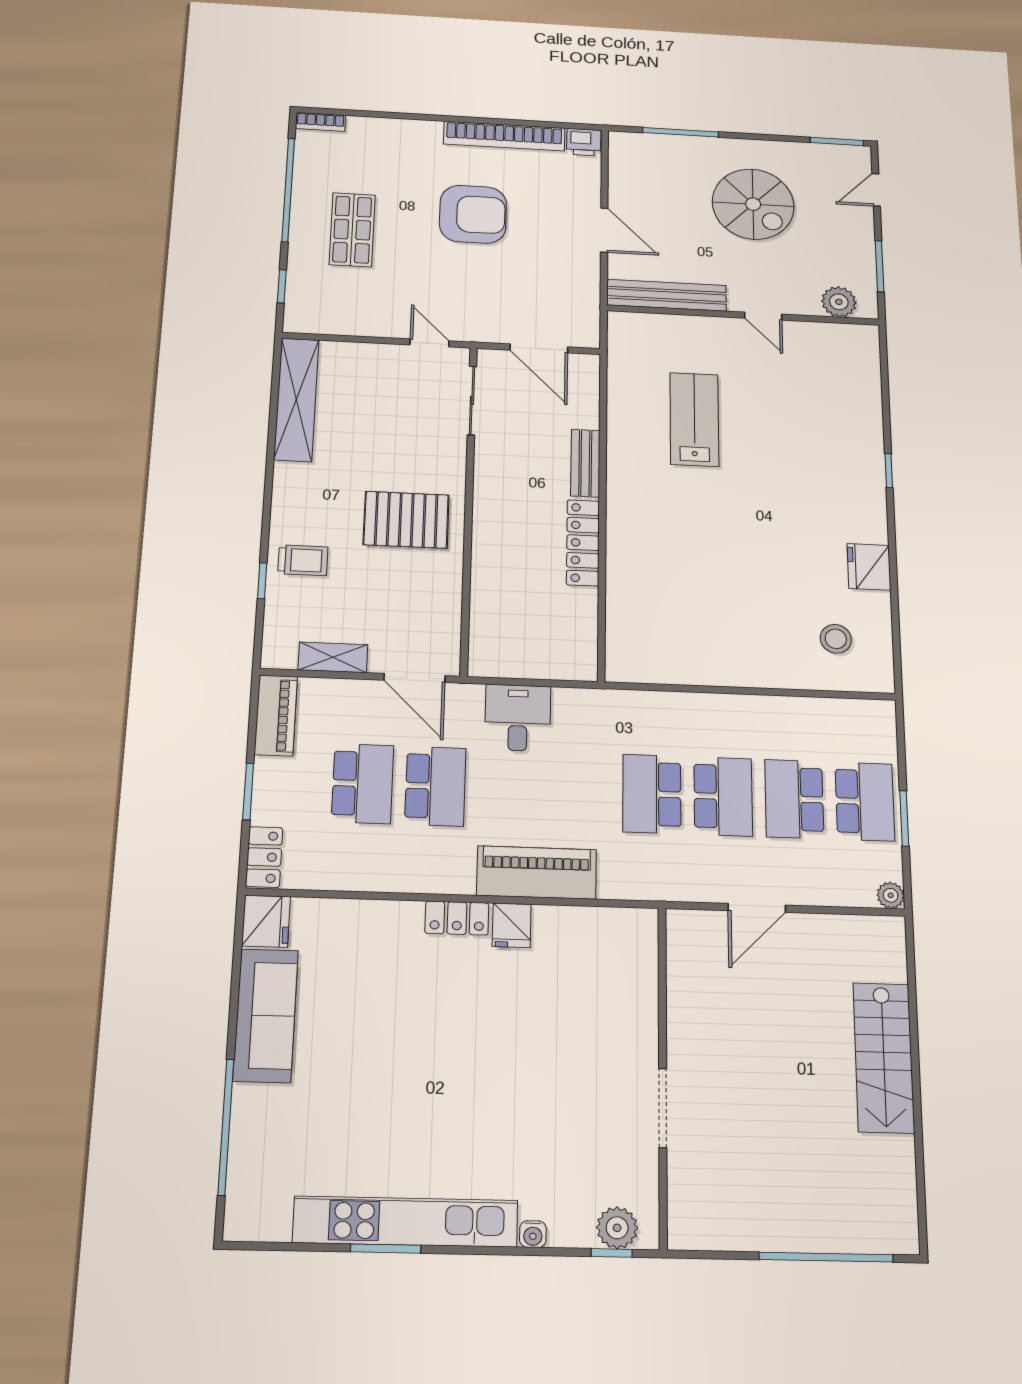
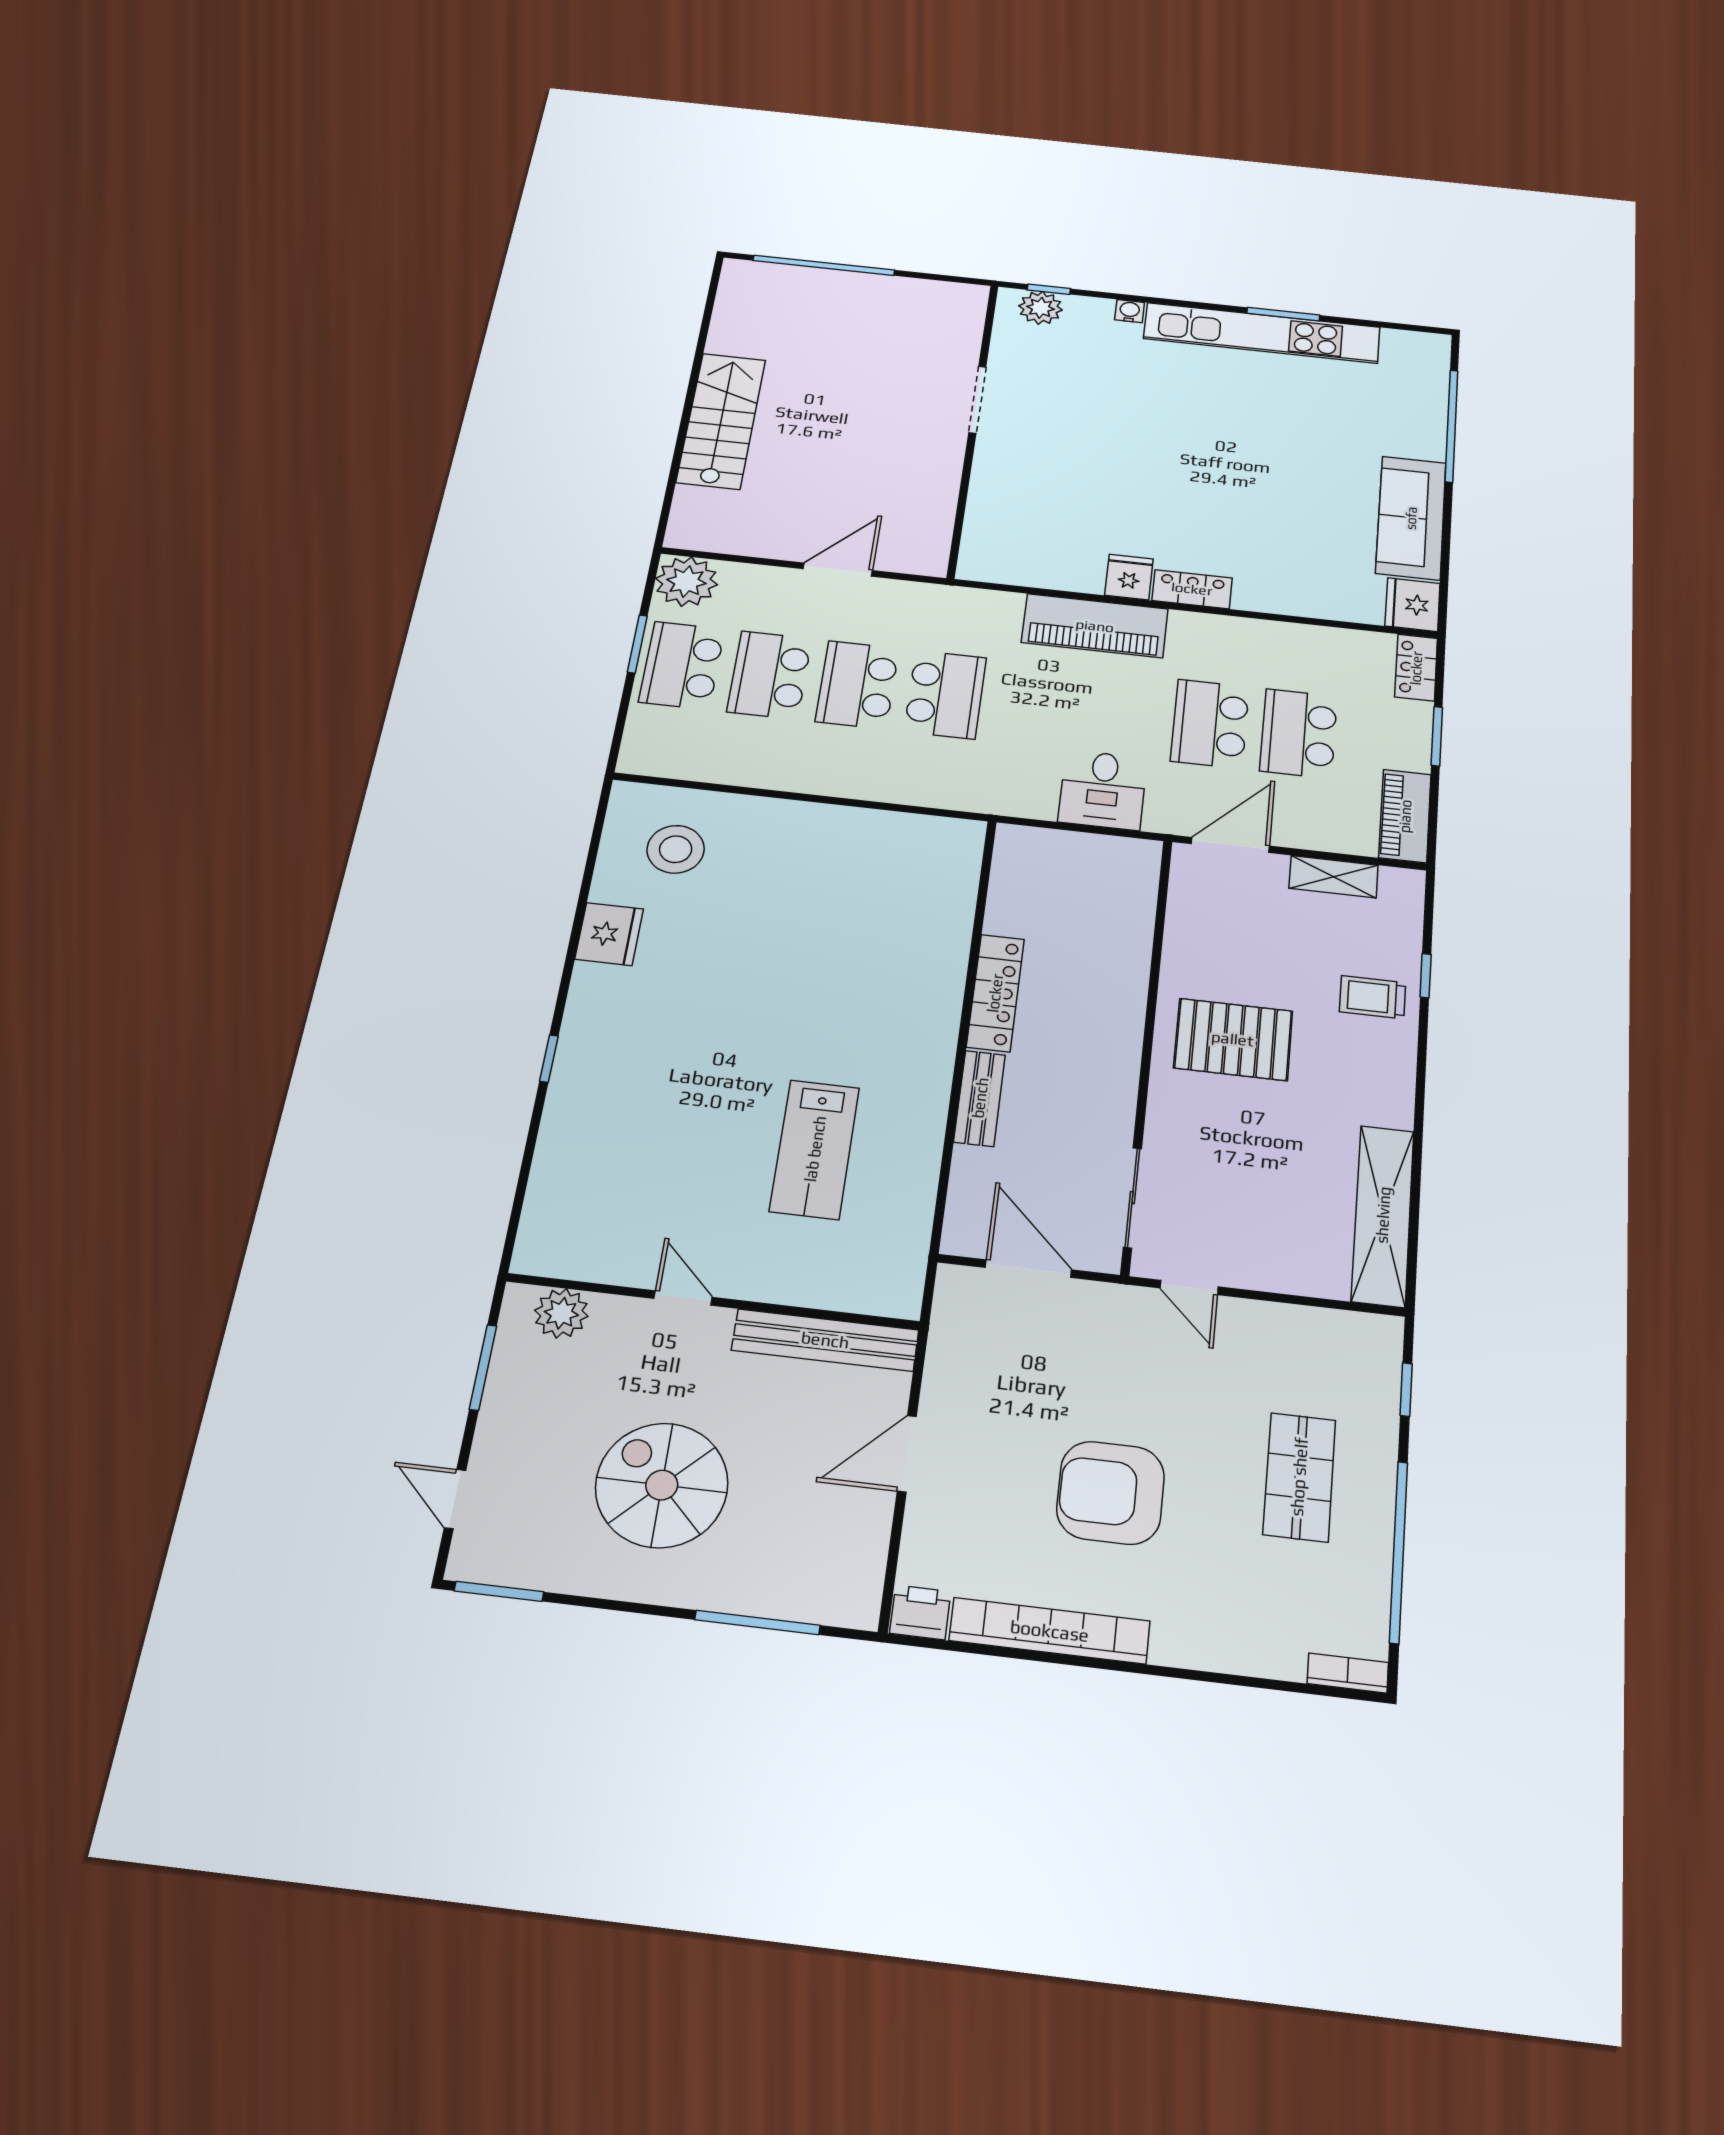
door: (876, 190) -> (455, 1499), swing flipped
door: (604, 230) -> (907, 1454), hinge flipped
stool: (836, 639) -> (676, 849), width x1.38, depth x1.38
door: (415, 678) -> (1230, 845), hinge flipped
school desk: (794, 799) -> (770, 675), turned 180
plant: (891, 895) -> (686, 582), width x1.88, depth x1.88

